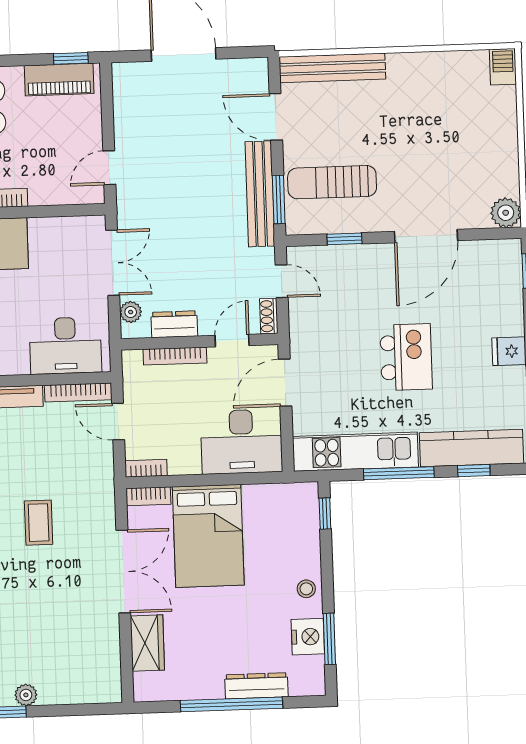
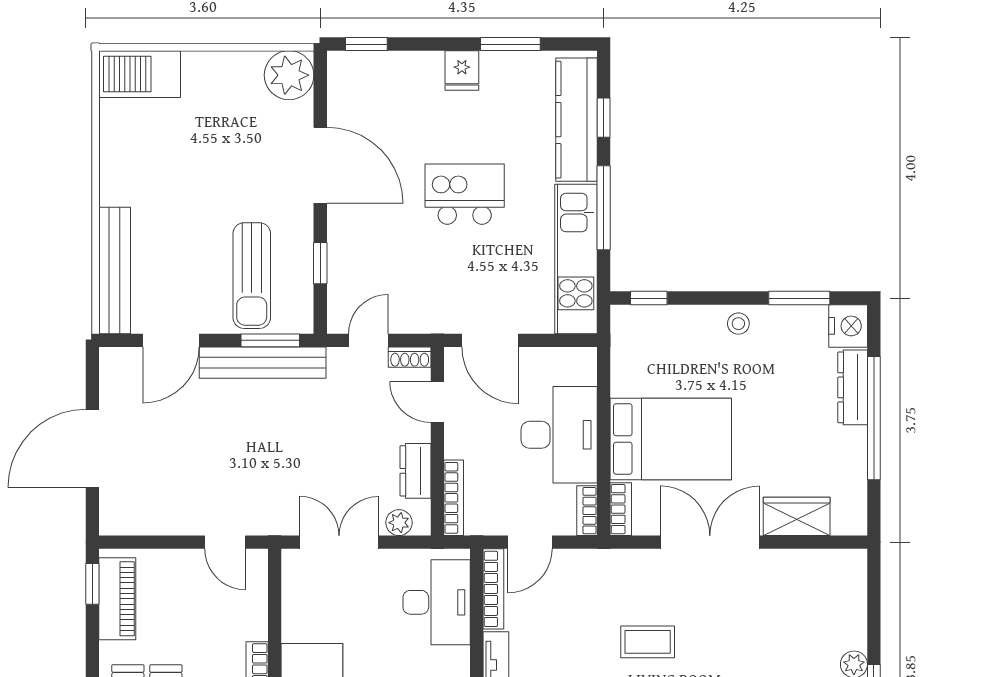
barbecue: (503, 67) -> (140, 74), width x1.88, depth x1.53
plant: (506, 213) -> (289, 75), width x1.36, depth x1.36
bookcase: (175, 356) -> (454, 498), moved
desk: (241, 442) -> (559, 435), moved
nightstand: (308, 637) -> (848, 326), moved, turned 90

